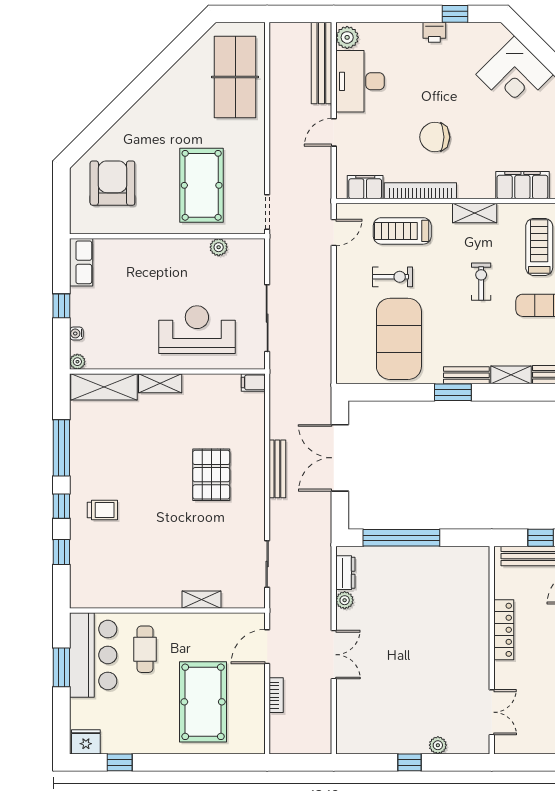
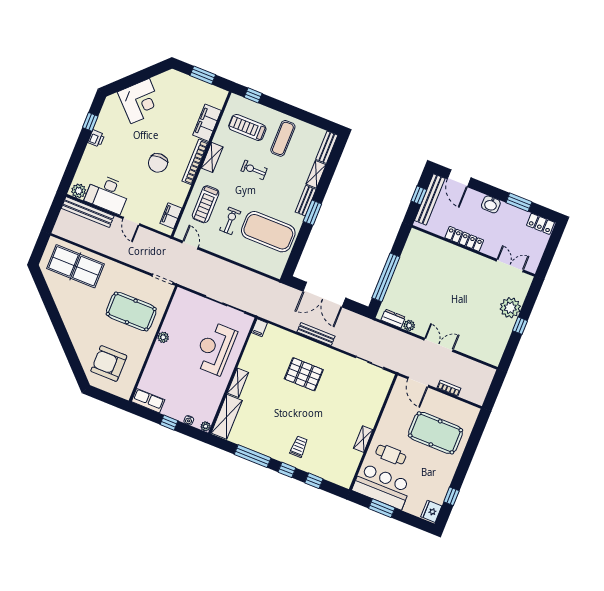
bookcase: (420, 191) -> (195, 162), moved
plant: (219, 247) -> (163, 337), moved
shelving: (202, 600) -> (363, 439), moved
plant: (438, 745) -> (510, 308), width x1.88, depth x1.88

